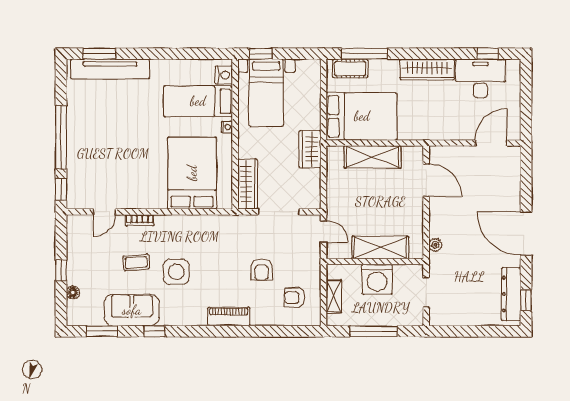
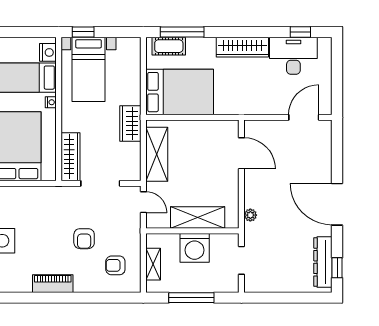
shelving: (372, 157) -> (157, 154), moved, turned 90

